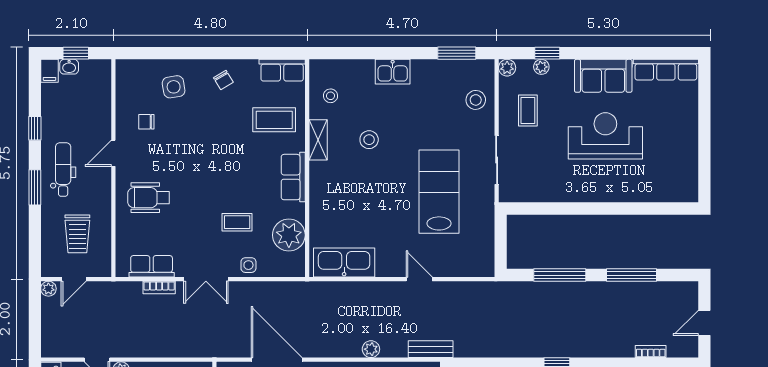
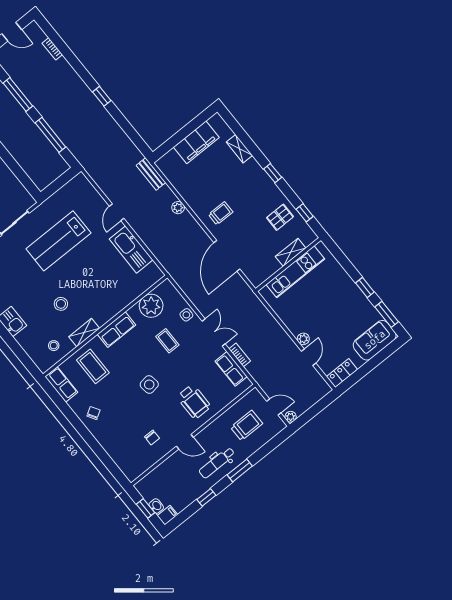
side table: (174, 87) -> (149, 385), moved
kitchen sink: (344, 262) -> (131, 249), moved

